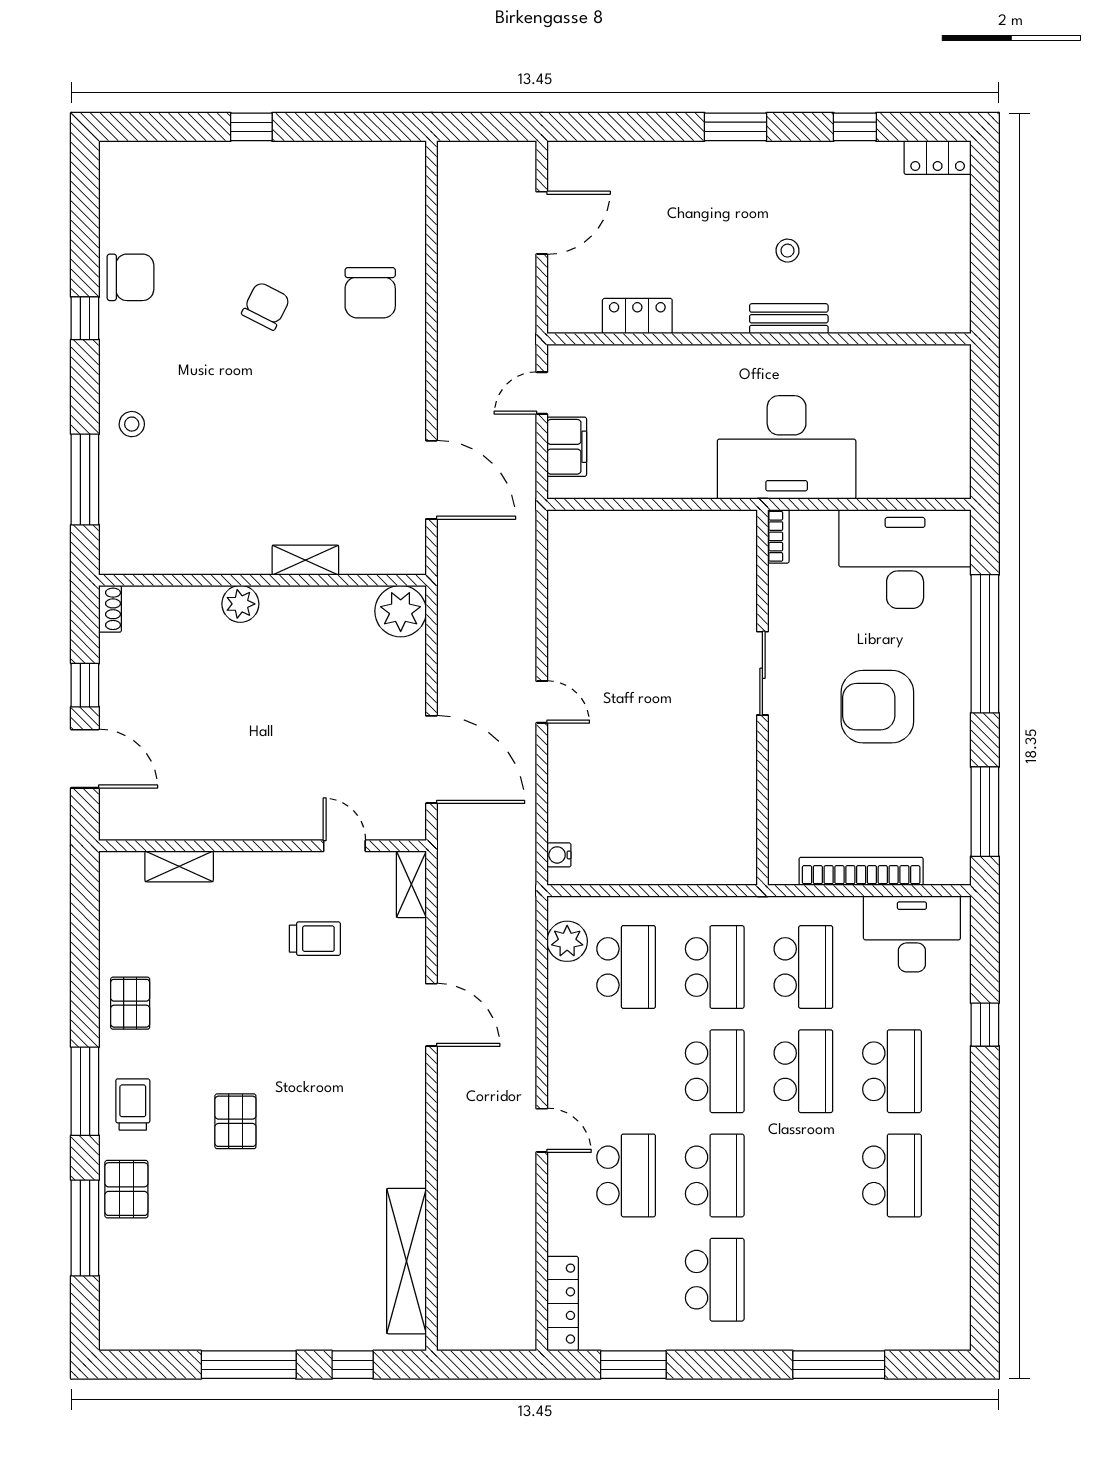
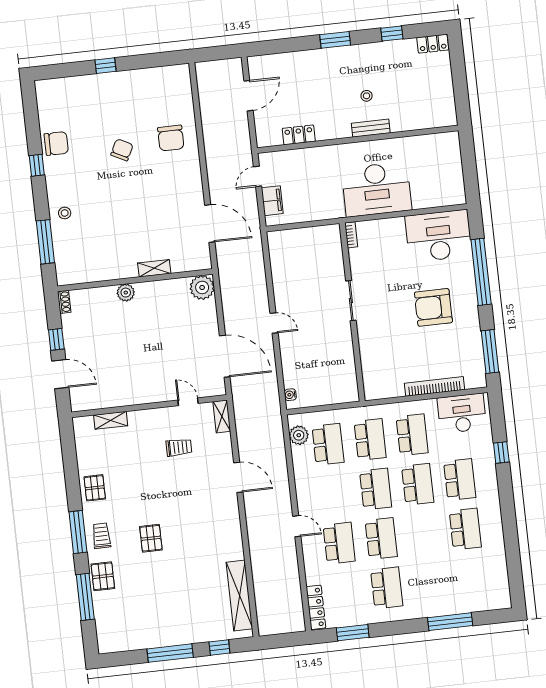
bookcase: (778, 536) -> (351, 235), moved
sliding door: (762, 673) -> (351, 301), moved
wall: (762, 697) -> (352, 312), moved

